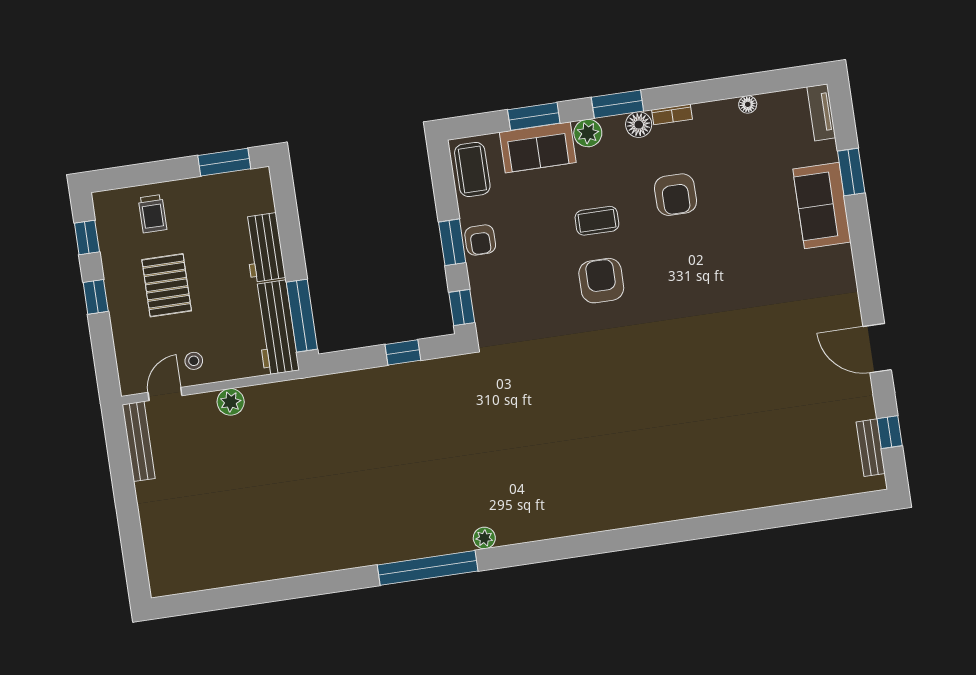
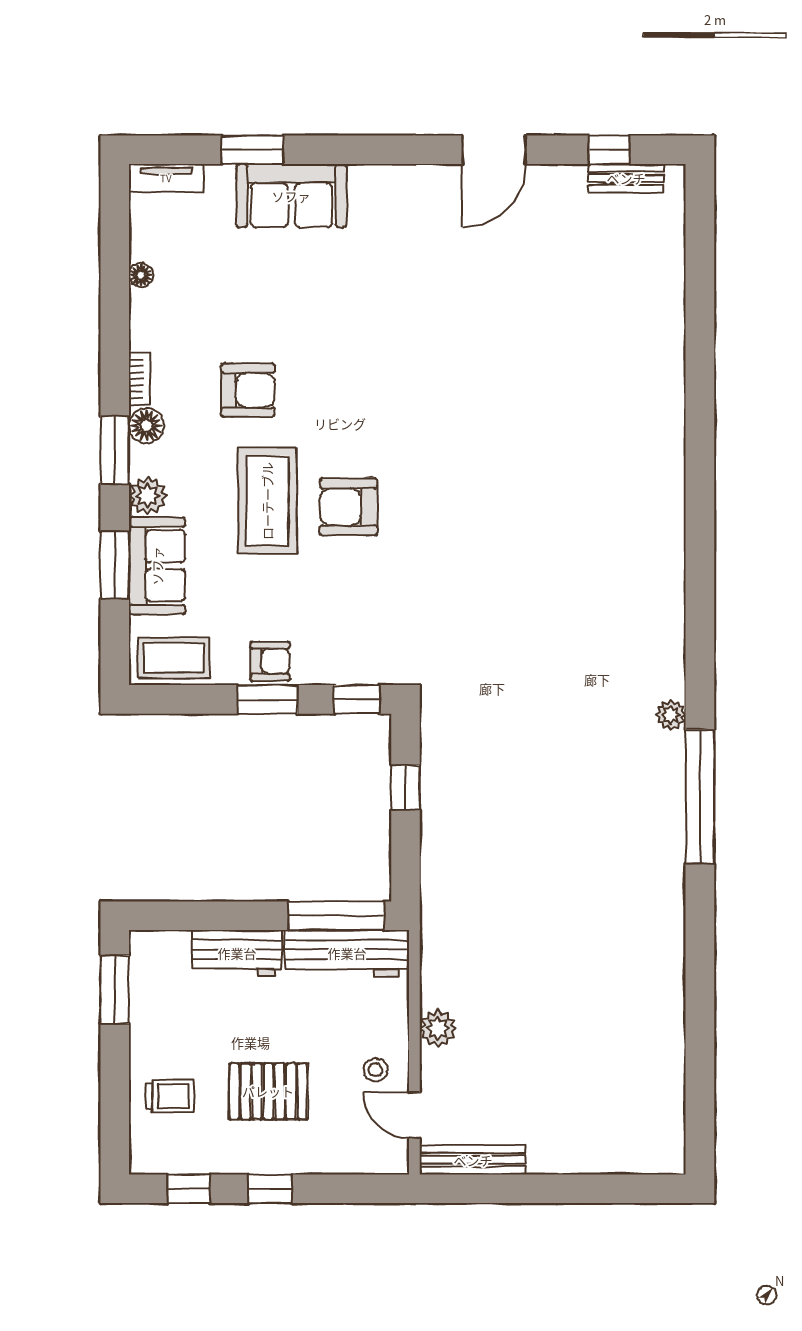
coffee table: (597, 221) -> (267, 501), width x1.86, depth x1.72

